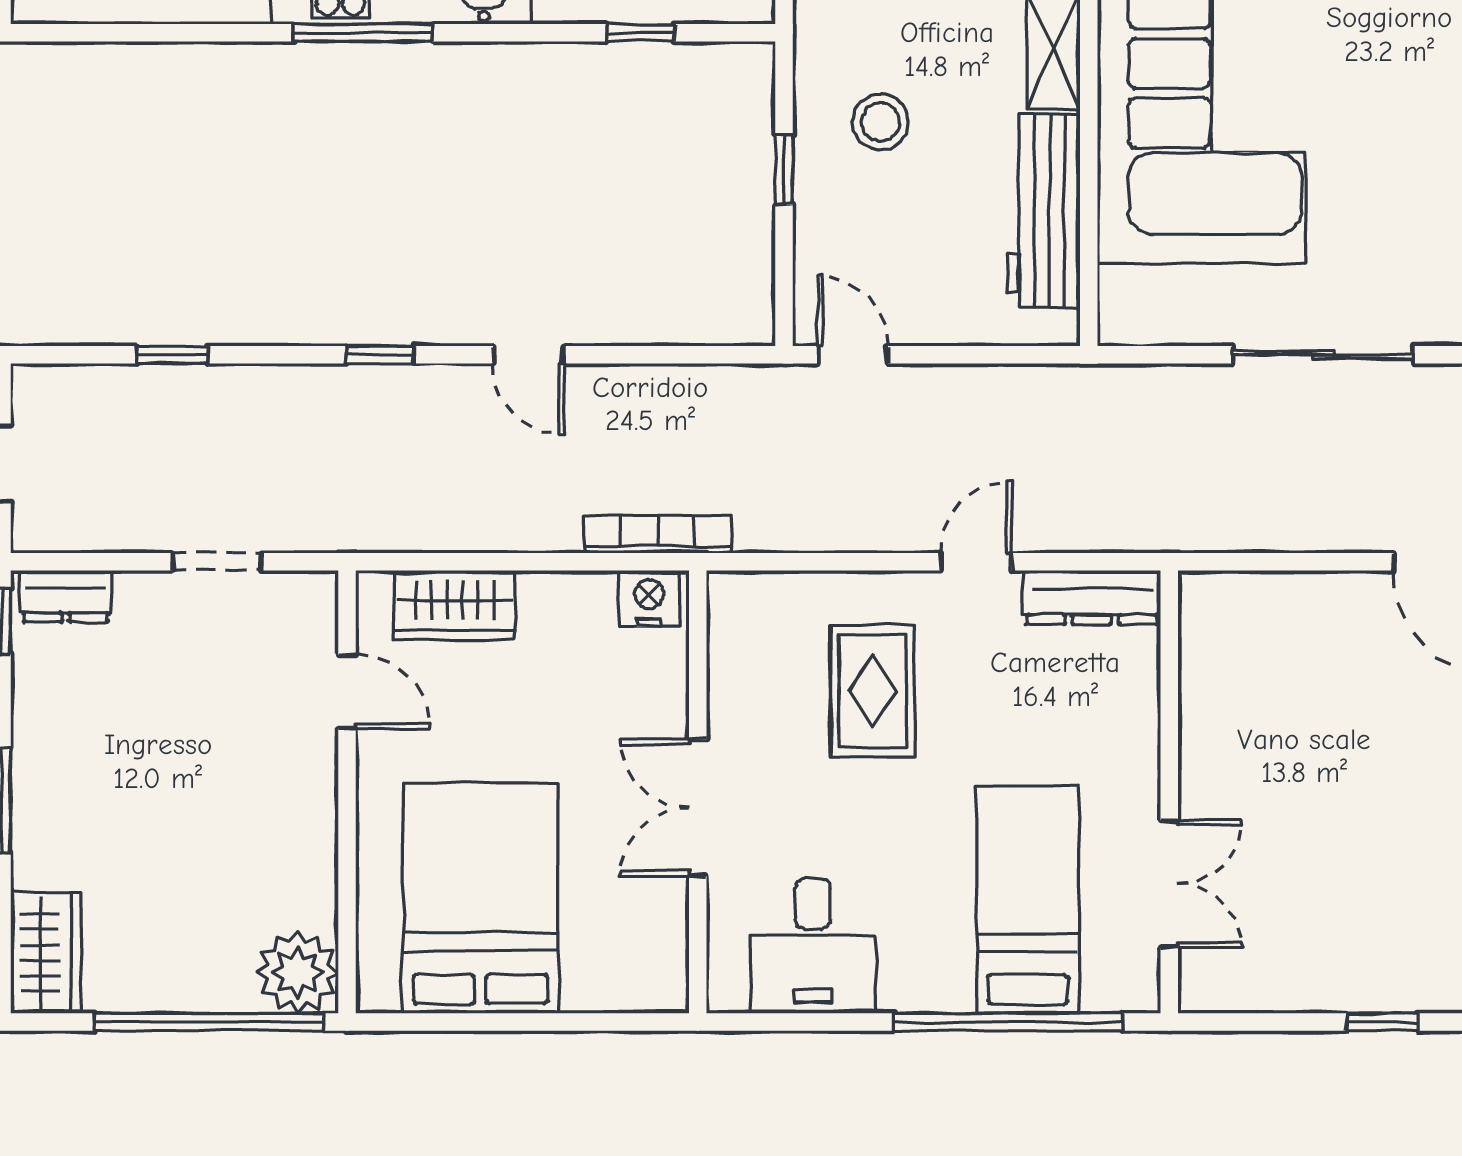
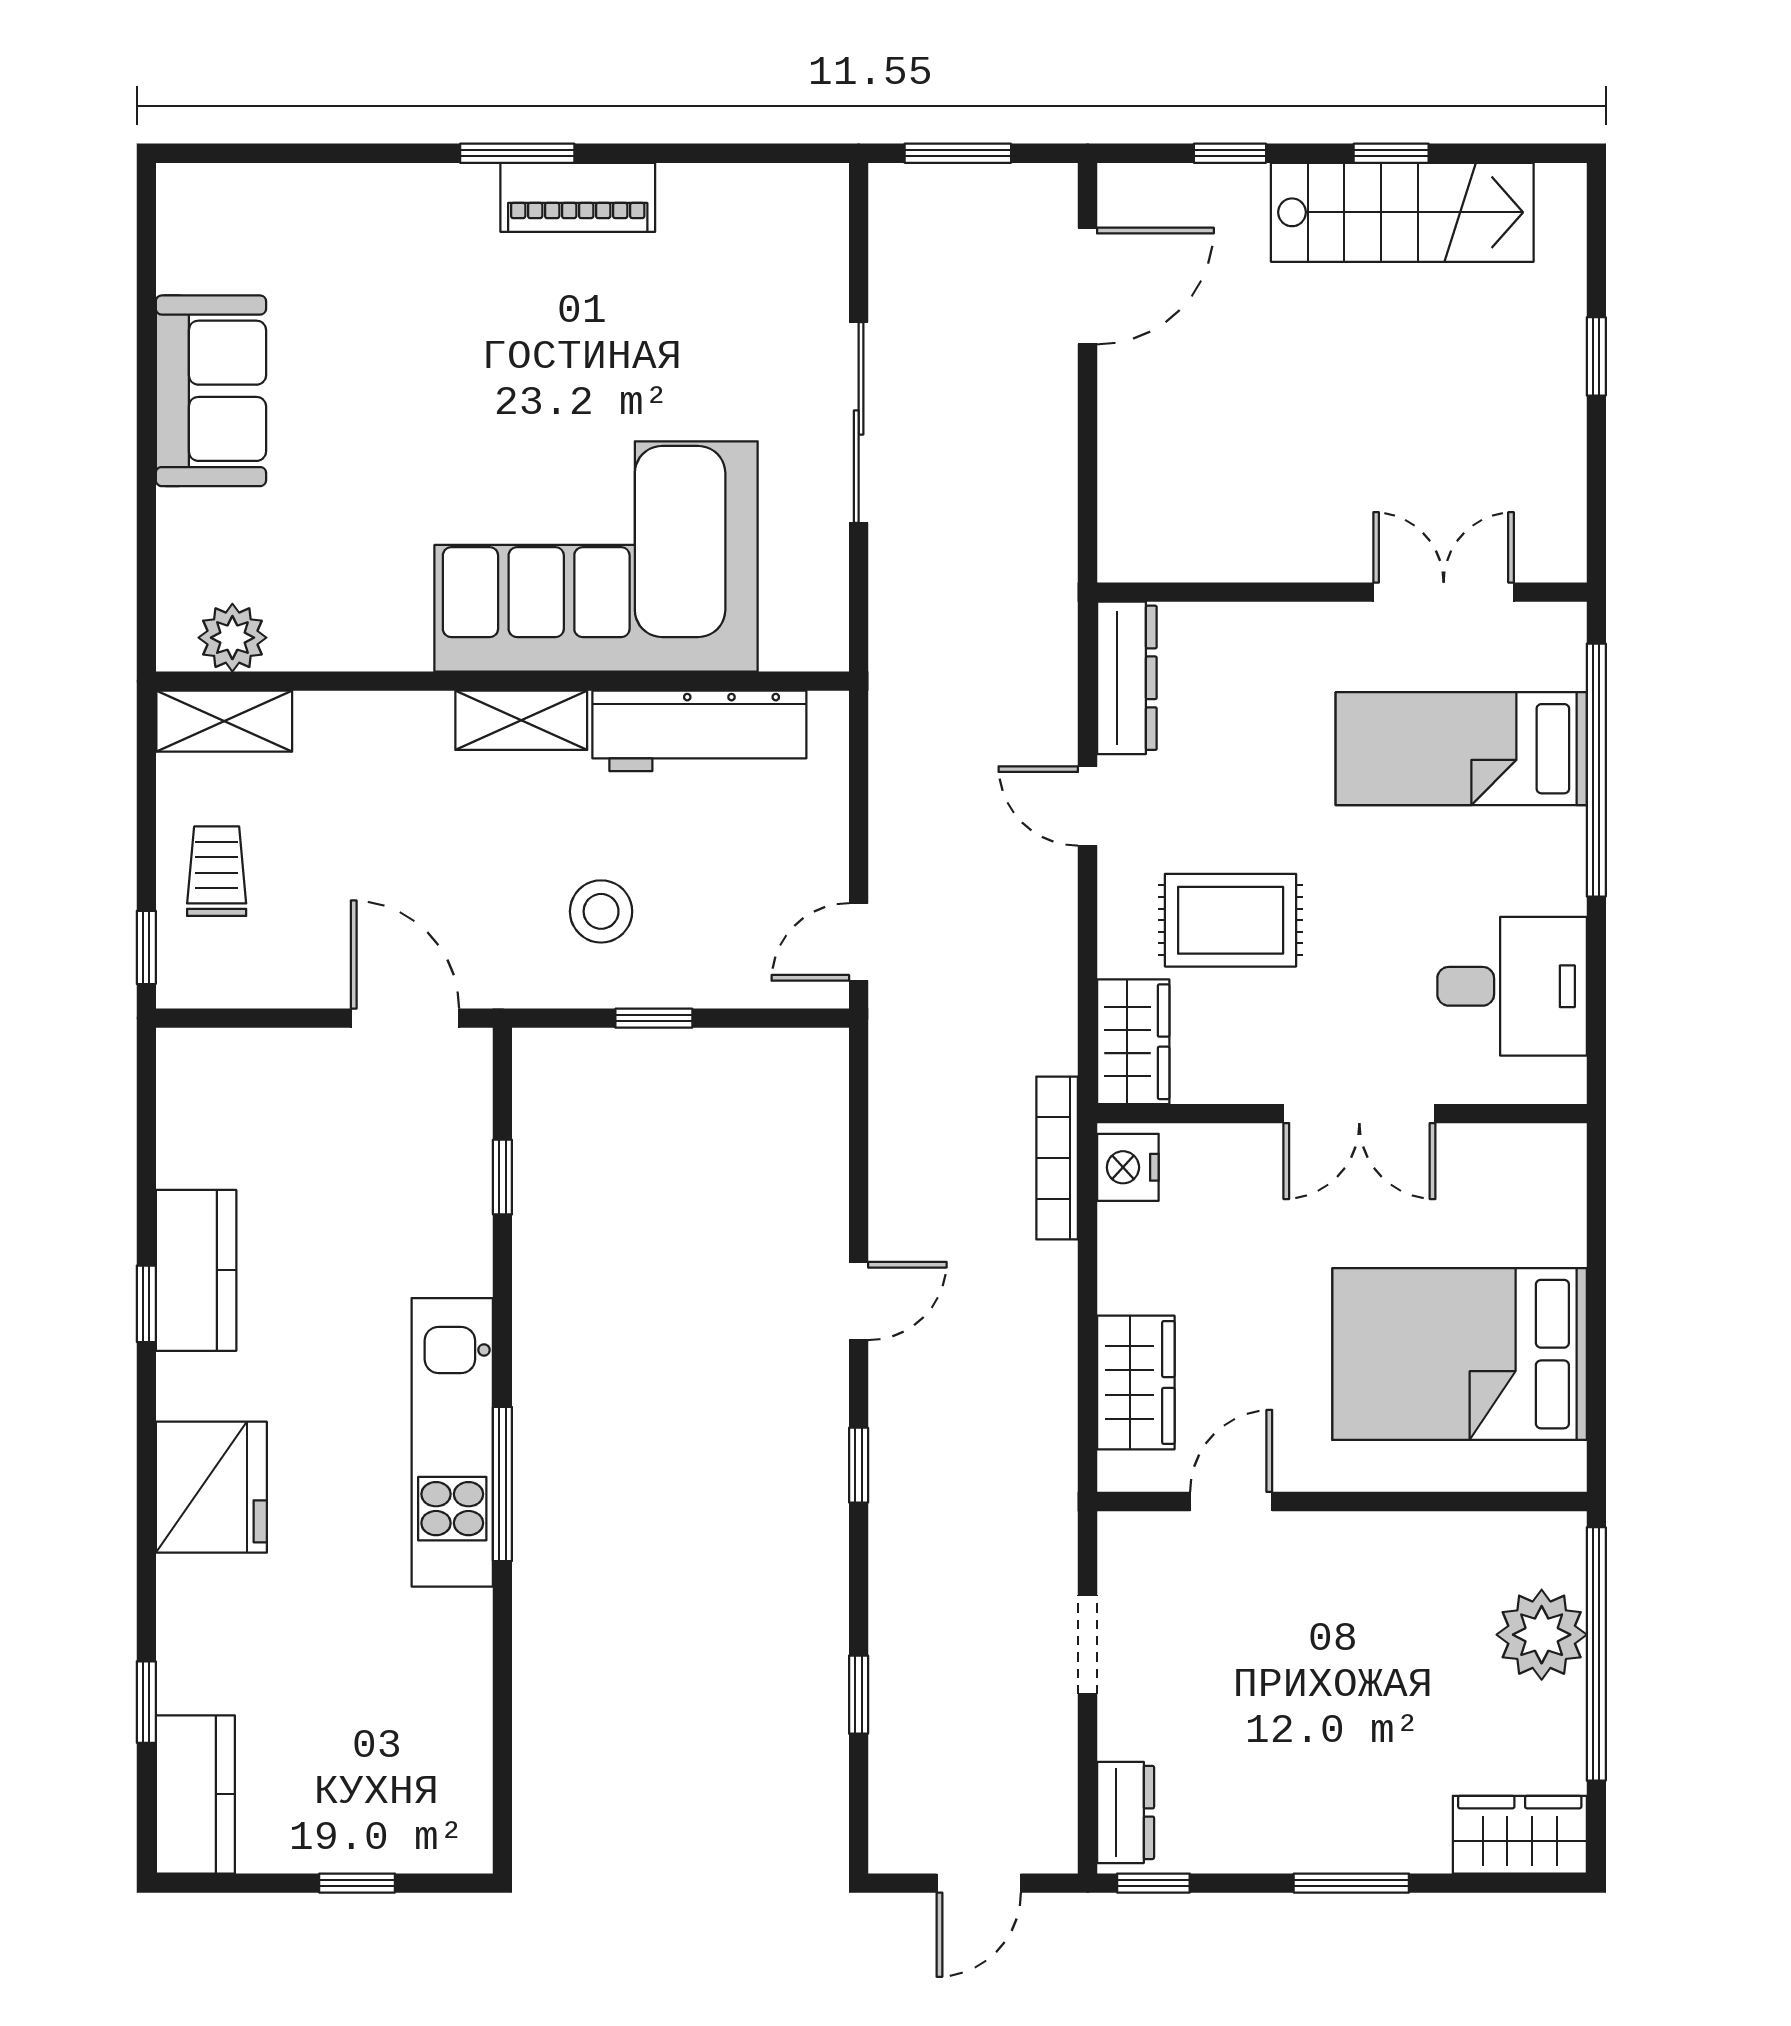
wardrobe: (763, 603) -> (1133, 1042), added
plant: (298, 972) -> (1542, 1635), moved

